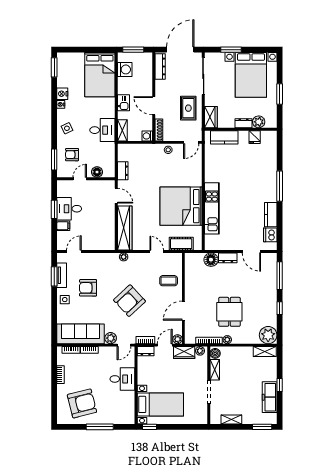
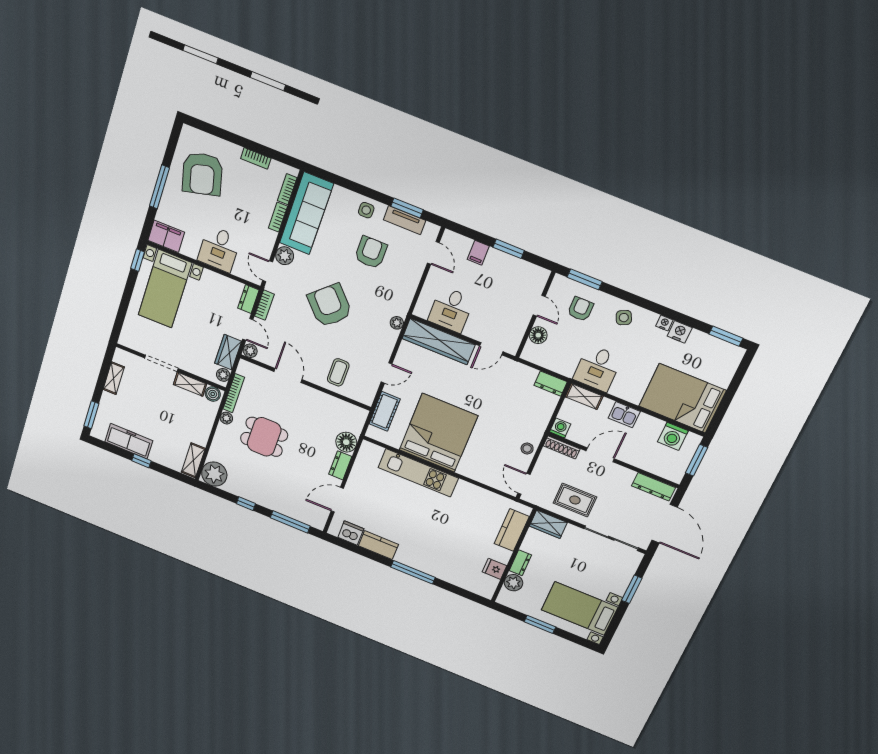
bed with nightstands: (251, 75) -> (580, 608), width x0.73
dresser: (123, 171) -> (551, 384), moved
desk: (69, 209) -> (451, 310), moved, turned 180
filing cabinet: (128, 414) -> (166, 236), added

